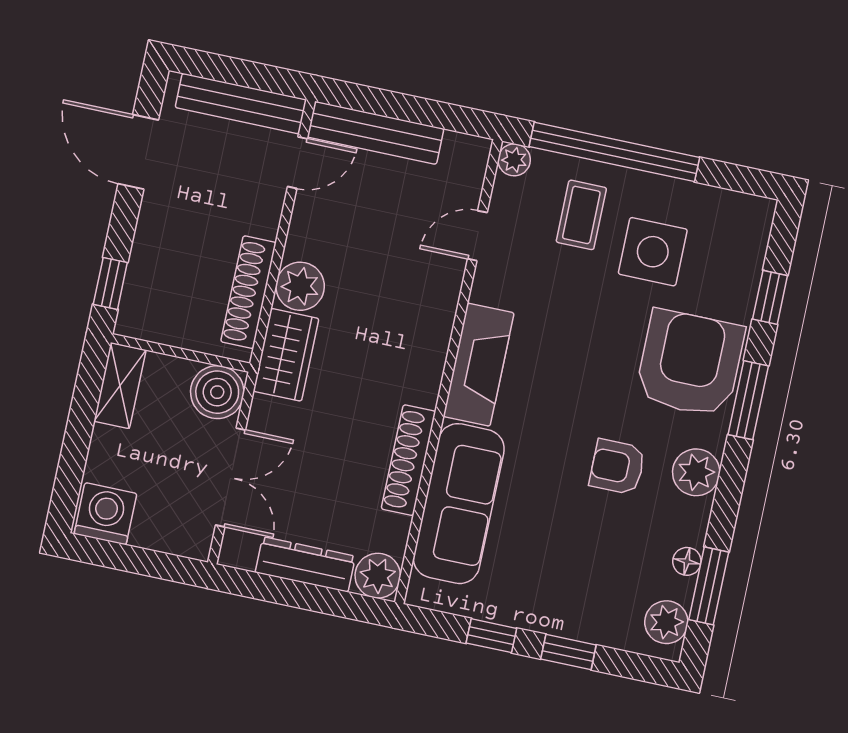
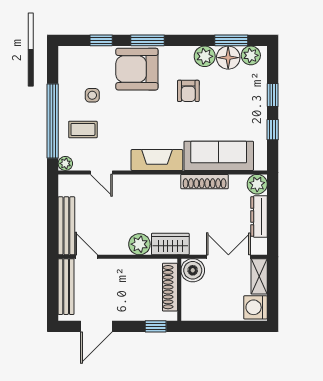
side table: (653, 252) -> (92, 95), width x0.54, depth x0.54
shoe rack: (248, 292) -> (170, 287), moved, turned 90
shelving: (120, 386) -> (259, 276), moved, turned 90
plant: (696, 472) -> (205, 56), moved
floor lamp: (687, 561) -> (228, 58), width x1.89, depth x1.89

